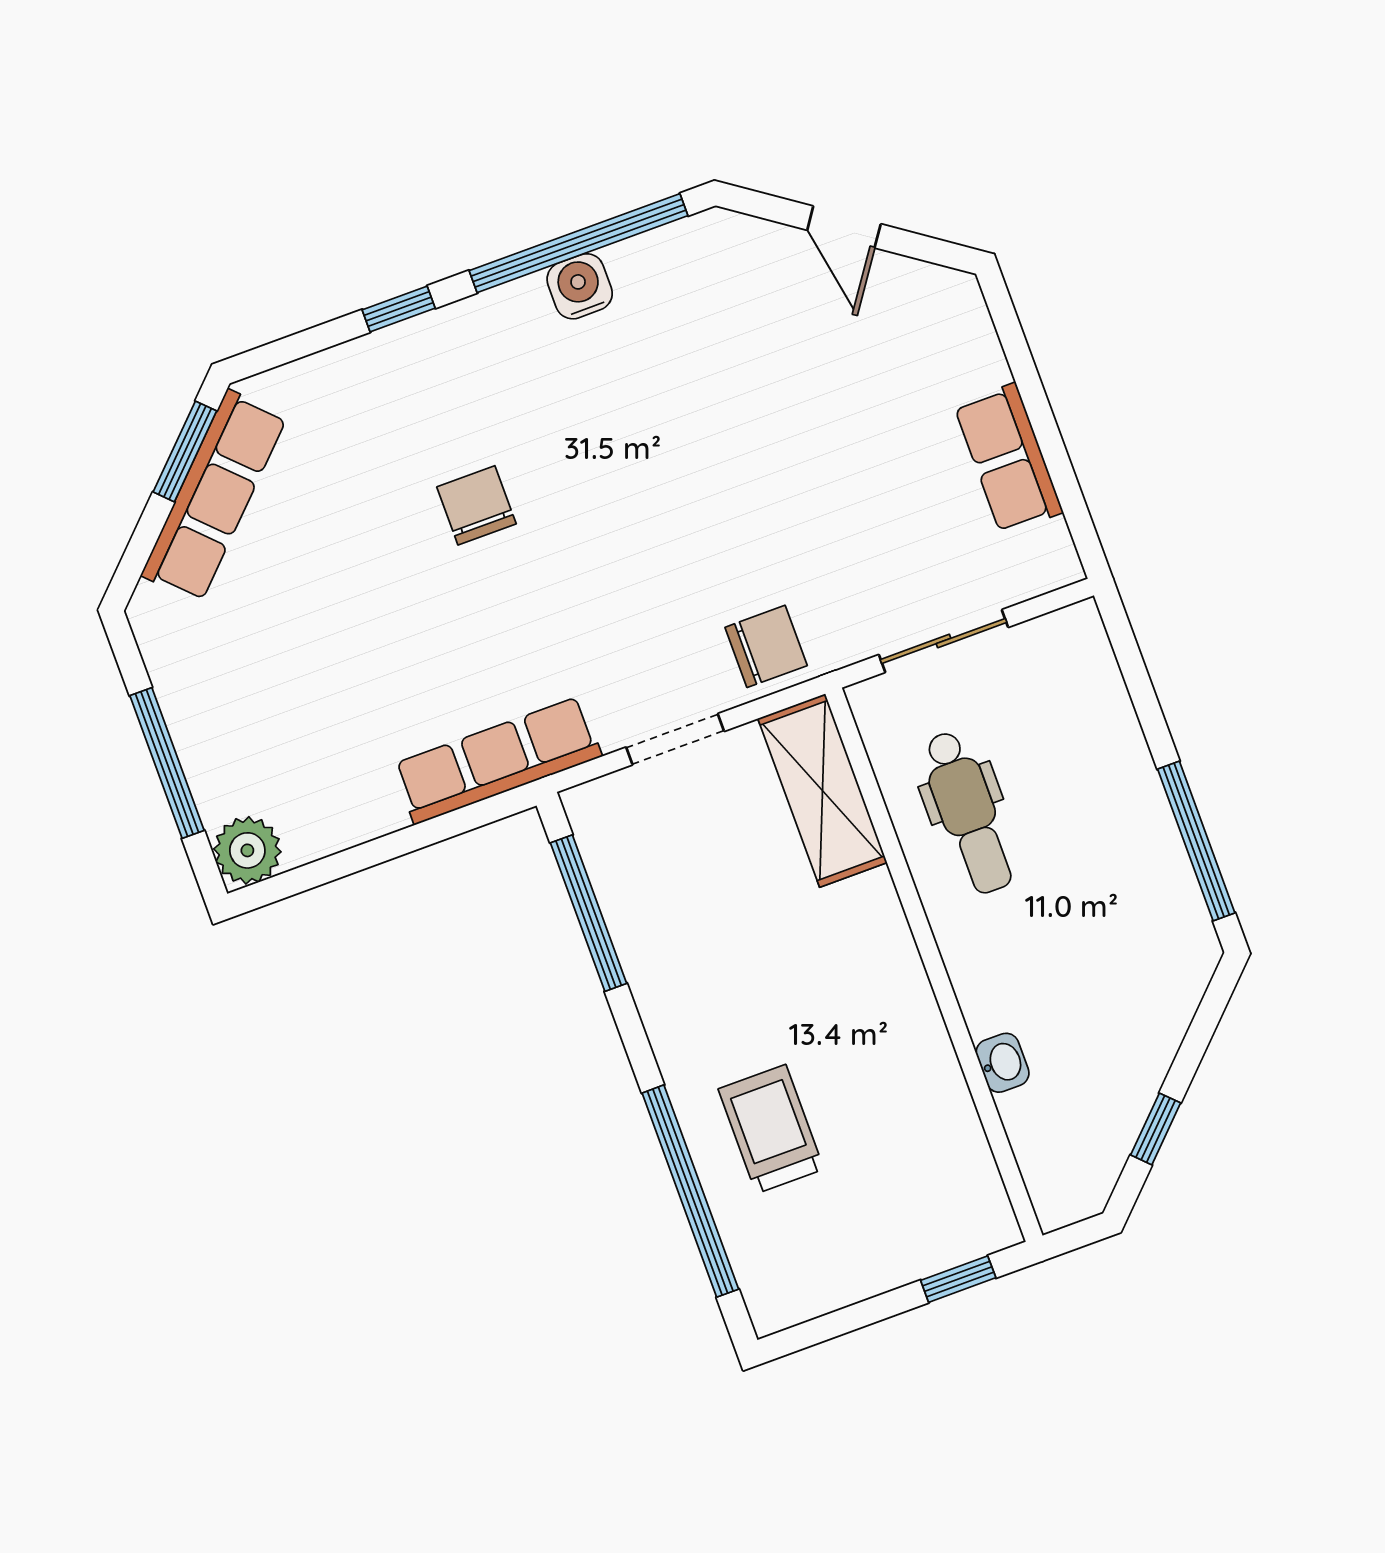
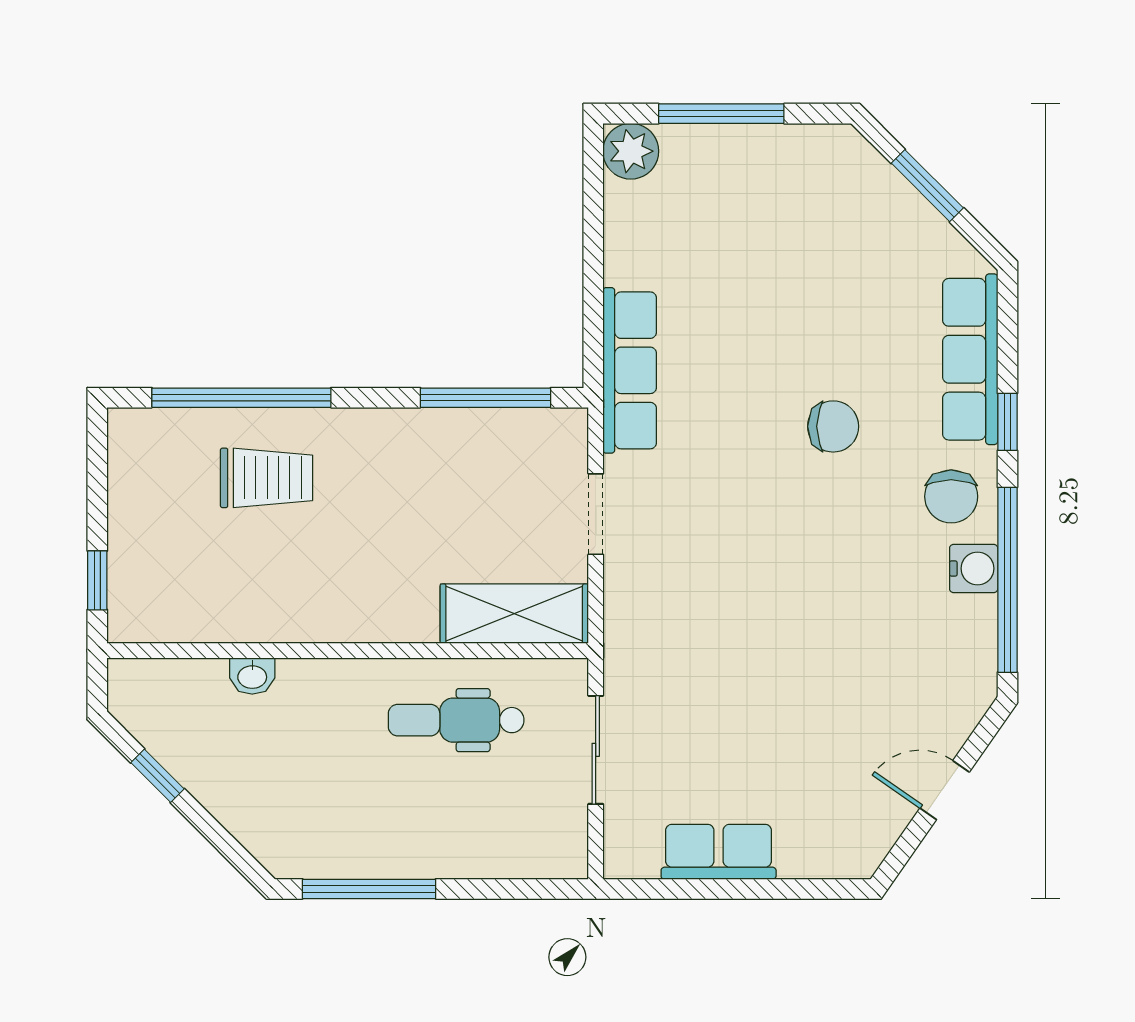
window: (185, 451) -> (927, 186), moved
row of seats: (214, 496) -> (970, 359), moved, turned 45
chair: (766, 646) -> (951, 496), moved

